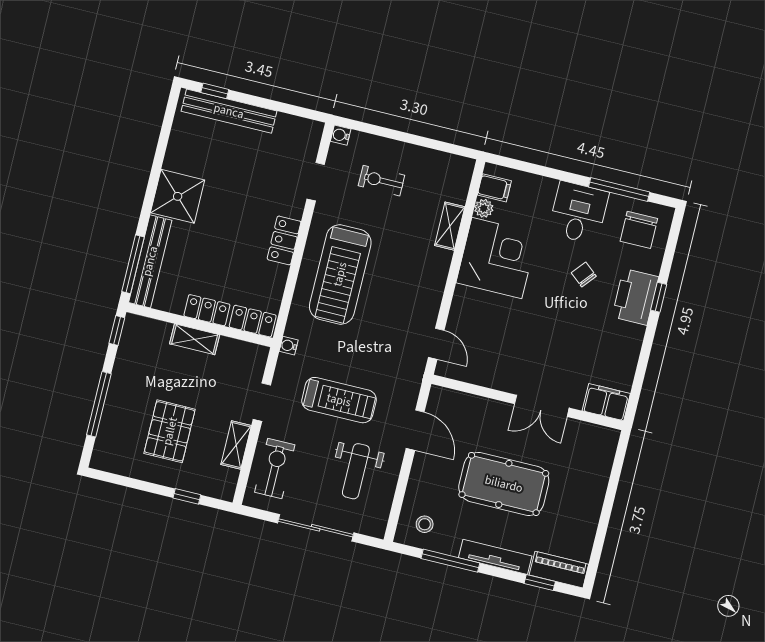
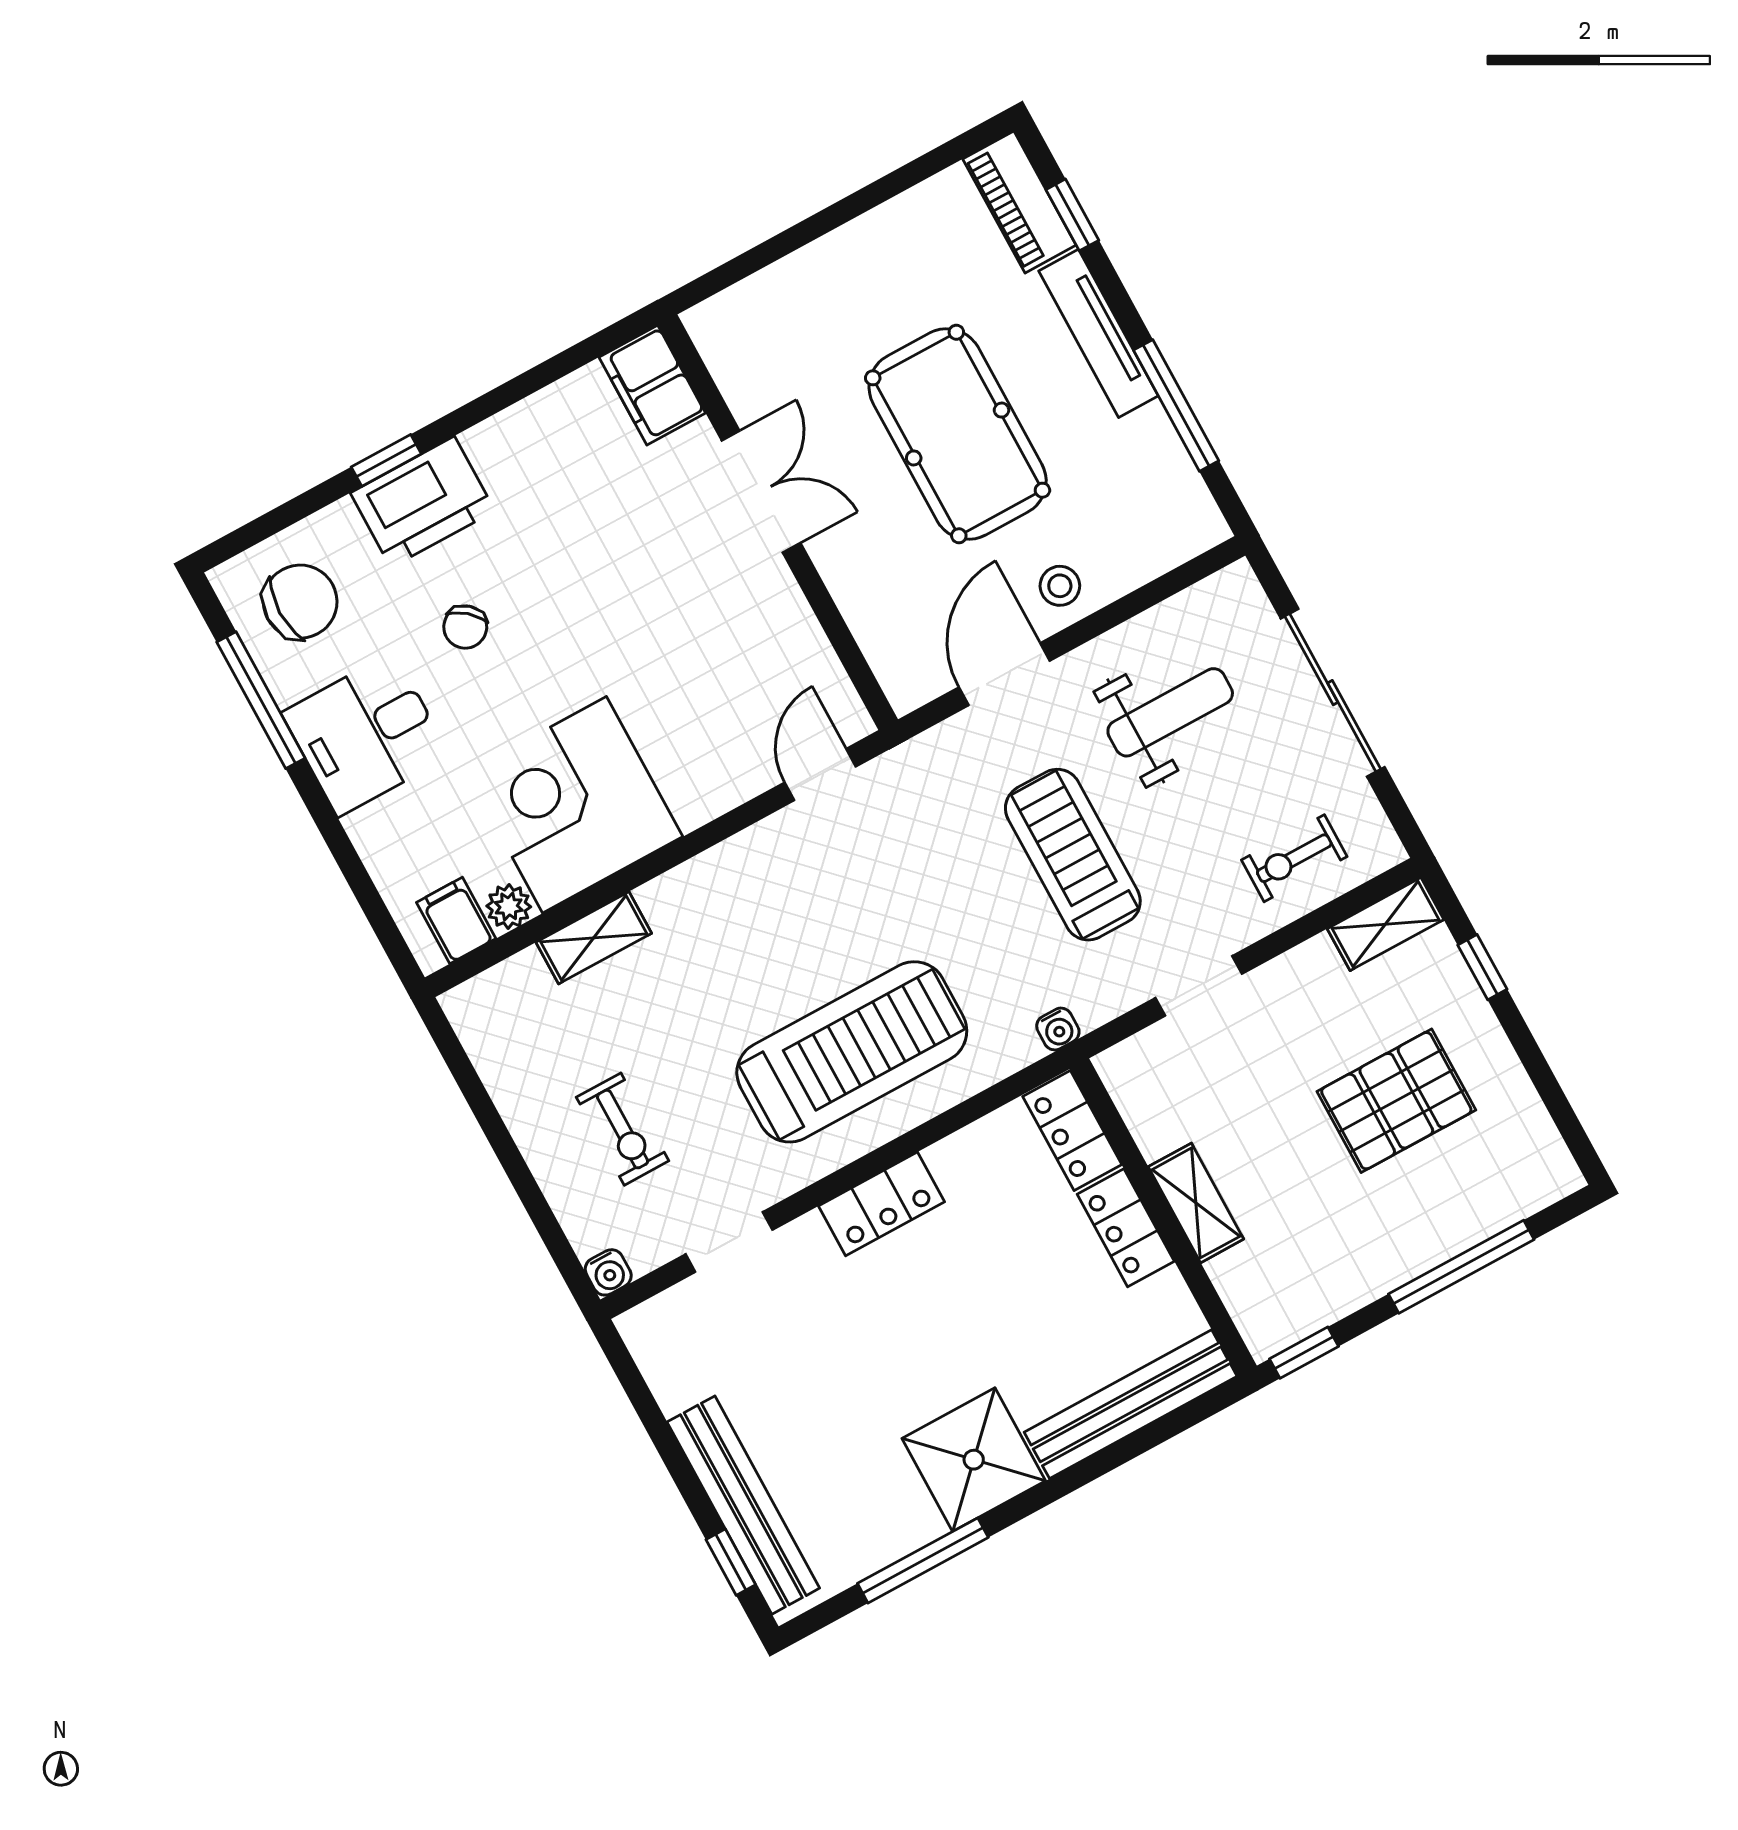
window: (133, 264) -> (923, 1560), moved
shelving: (236, 445) -> (1386, 924), moved
exercise bike: (275, 468) -> (1294, 858), width x0.73, depth x0.72
stool: (425, 524) -> (1060, 586), moved

